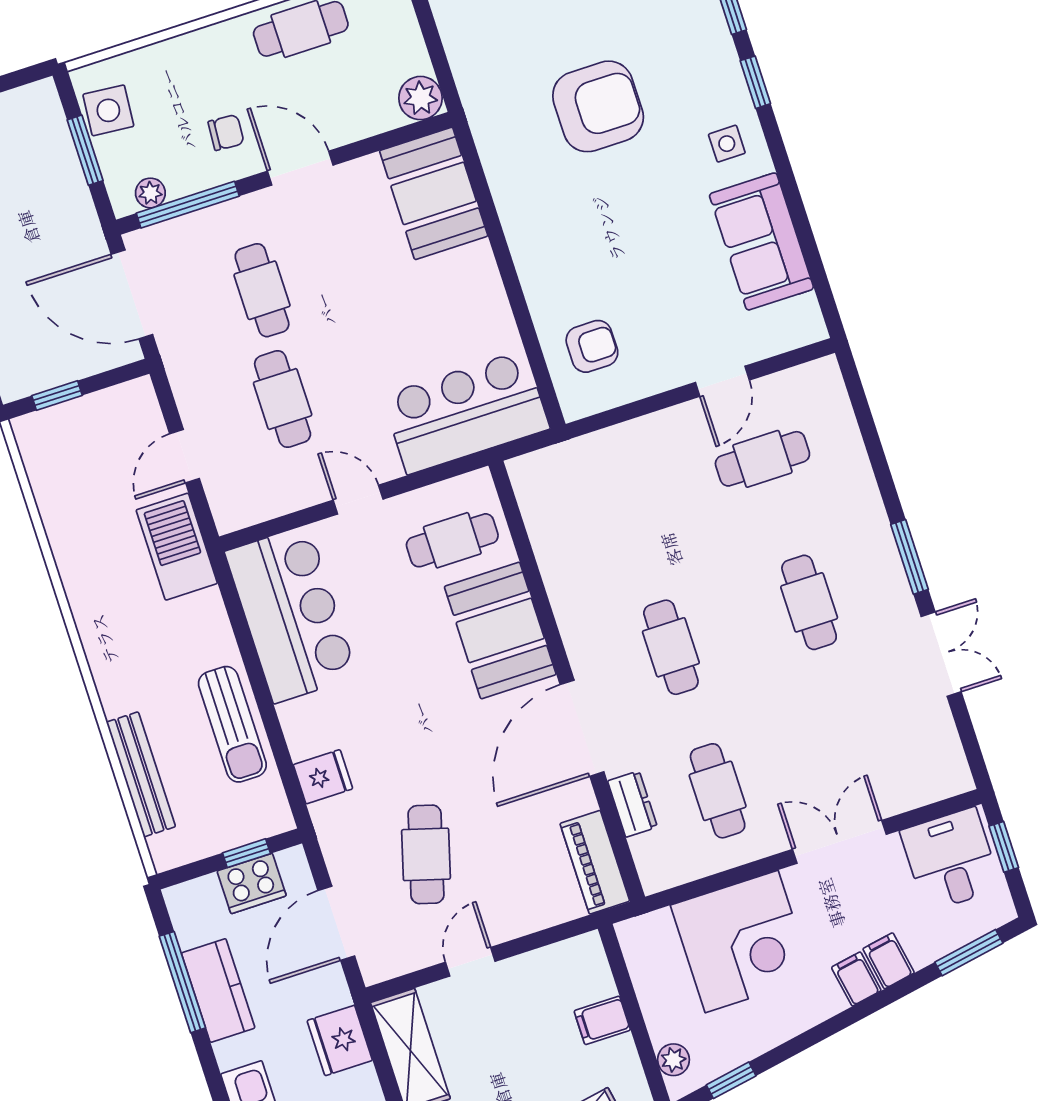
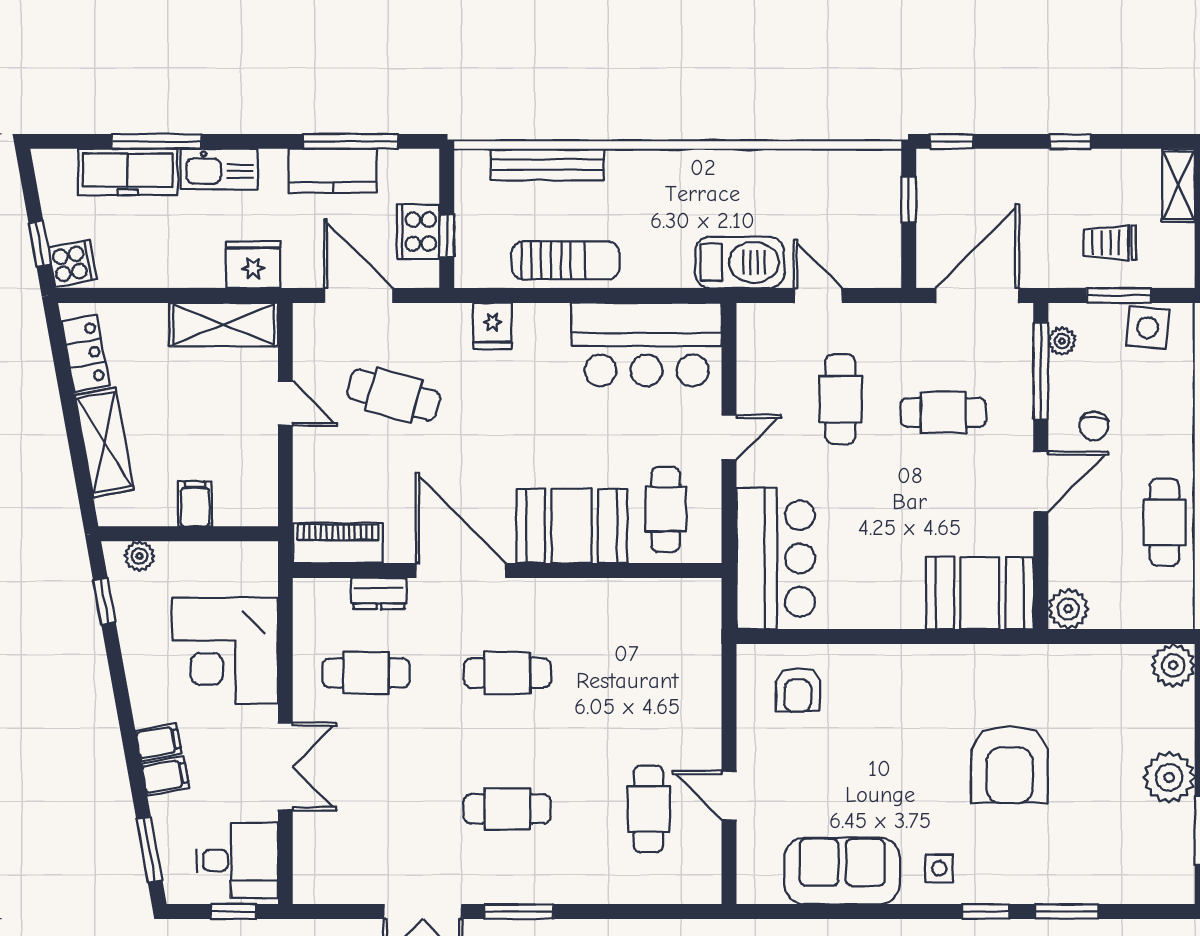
trolley: (35, 177) -> (1110, 243), added
cafe table: (283, 399) -> (840, 399), turned 90
sun lounger: (232, 724) -> (566, 260), turned 180

